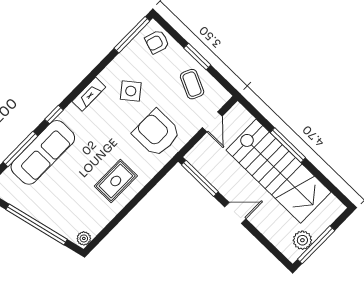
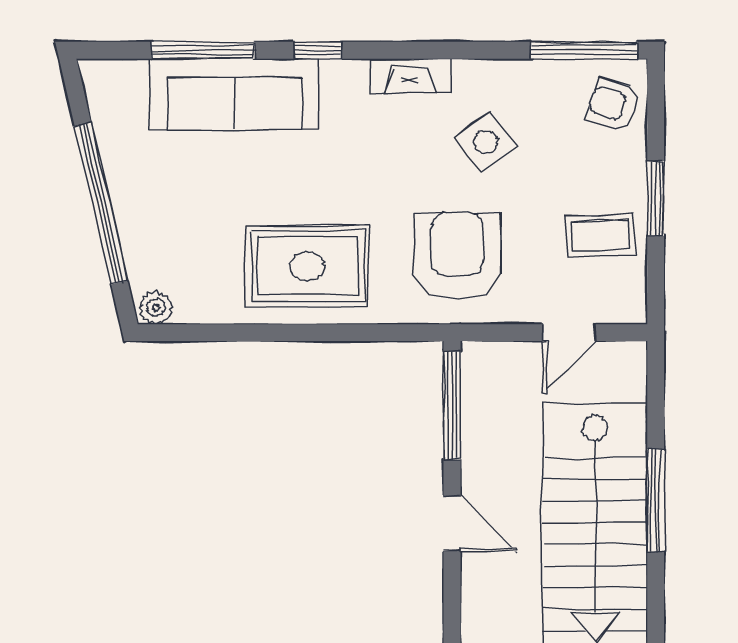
coffee table: (192, 84) -> (600, 235), turned 62
rug: (116, 181) -> (307, 266), width x1.36, depth x1.43

